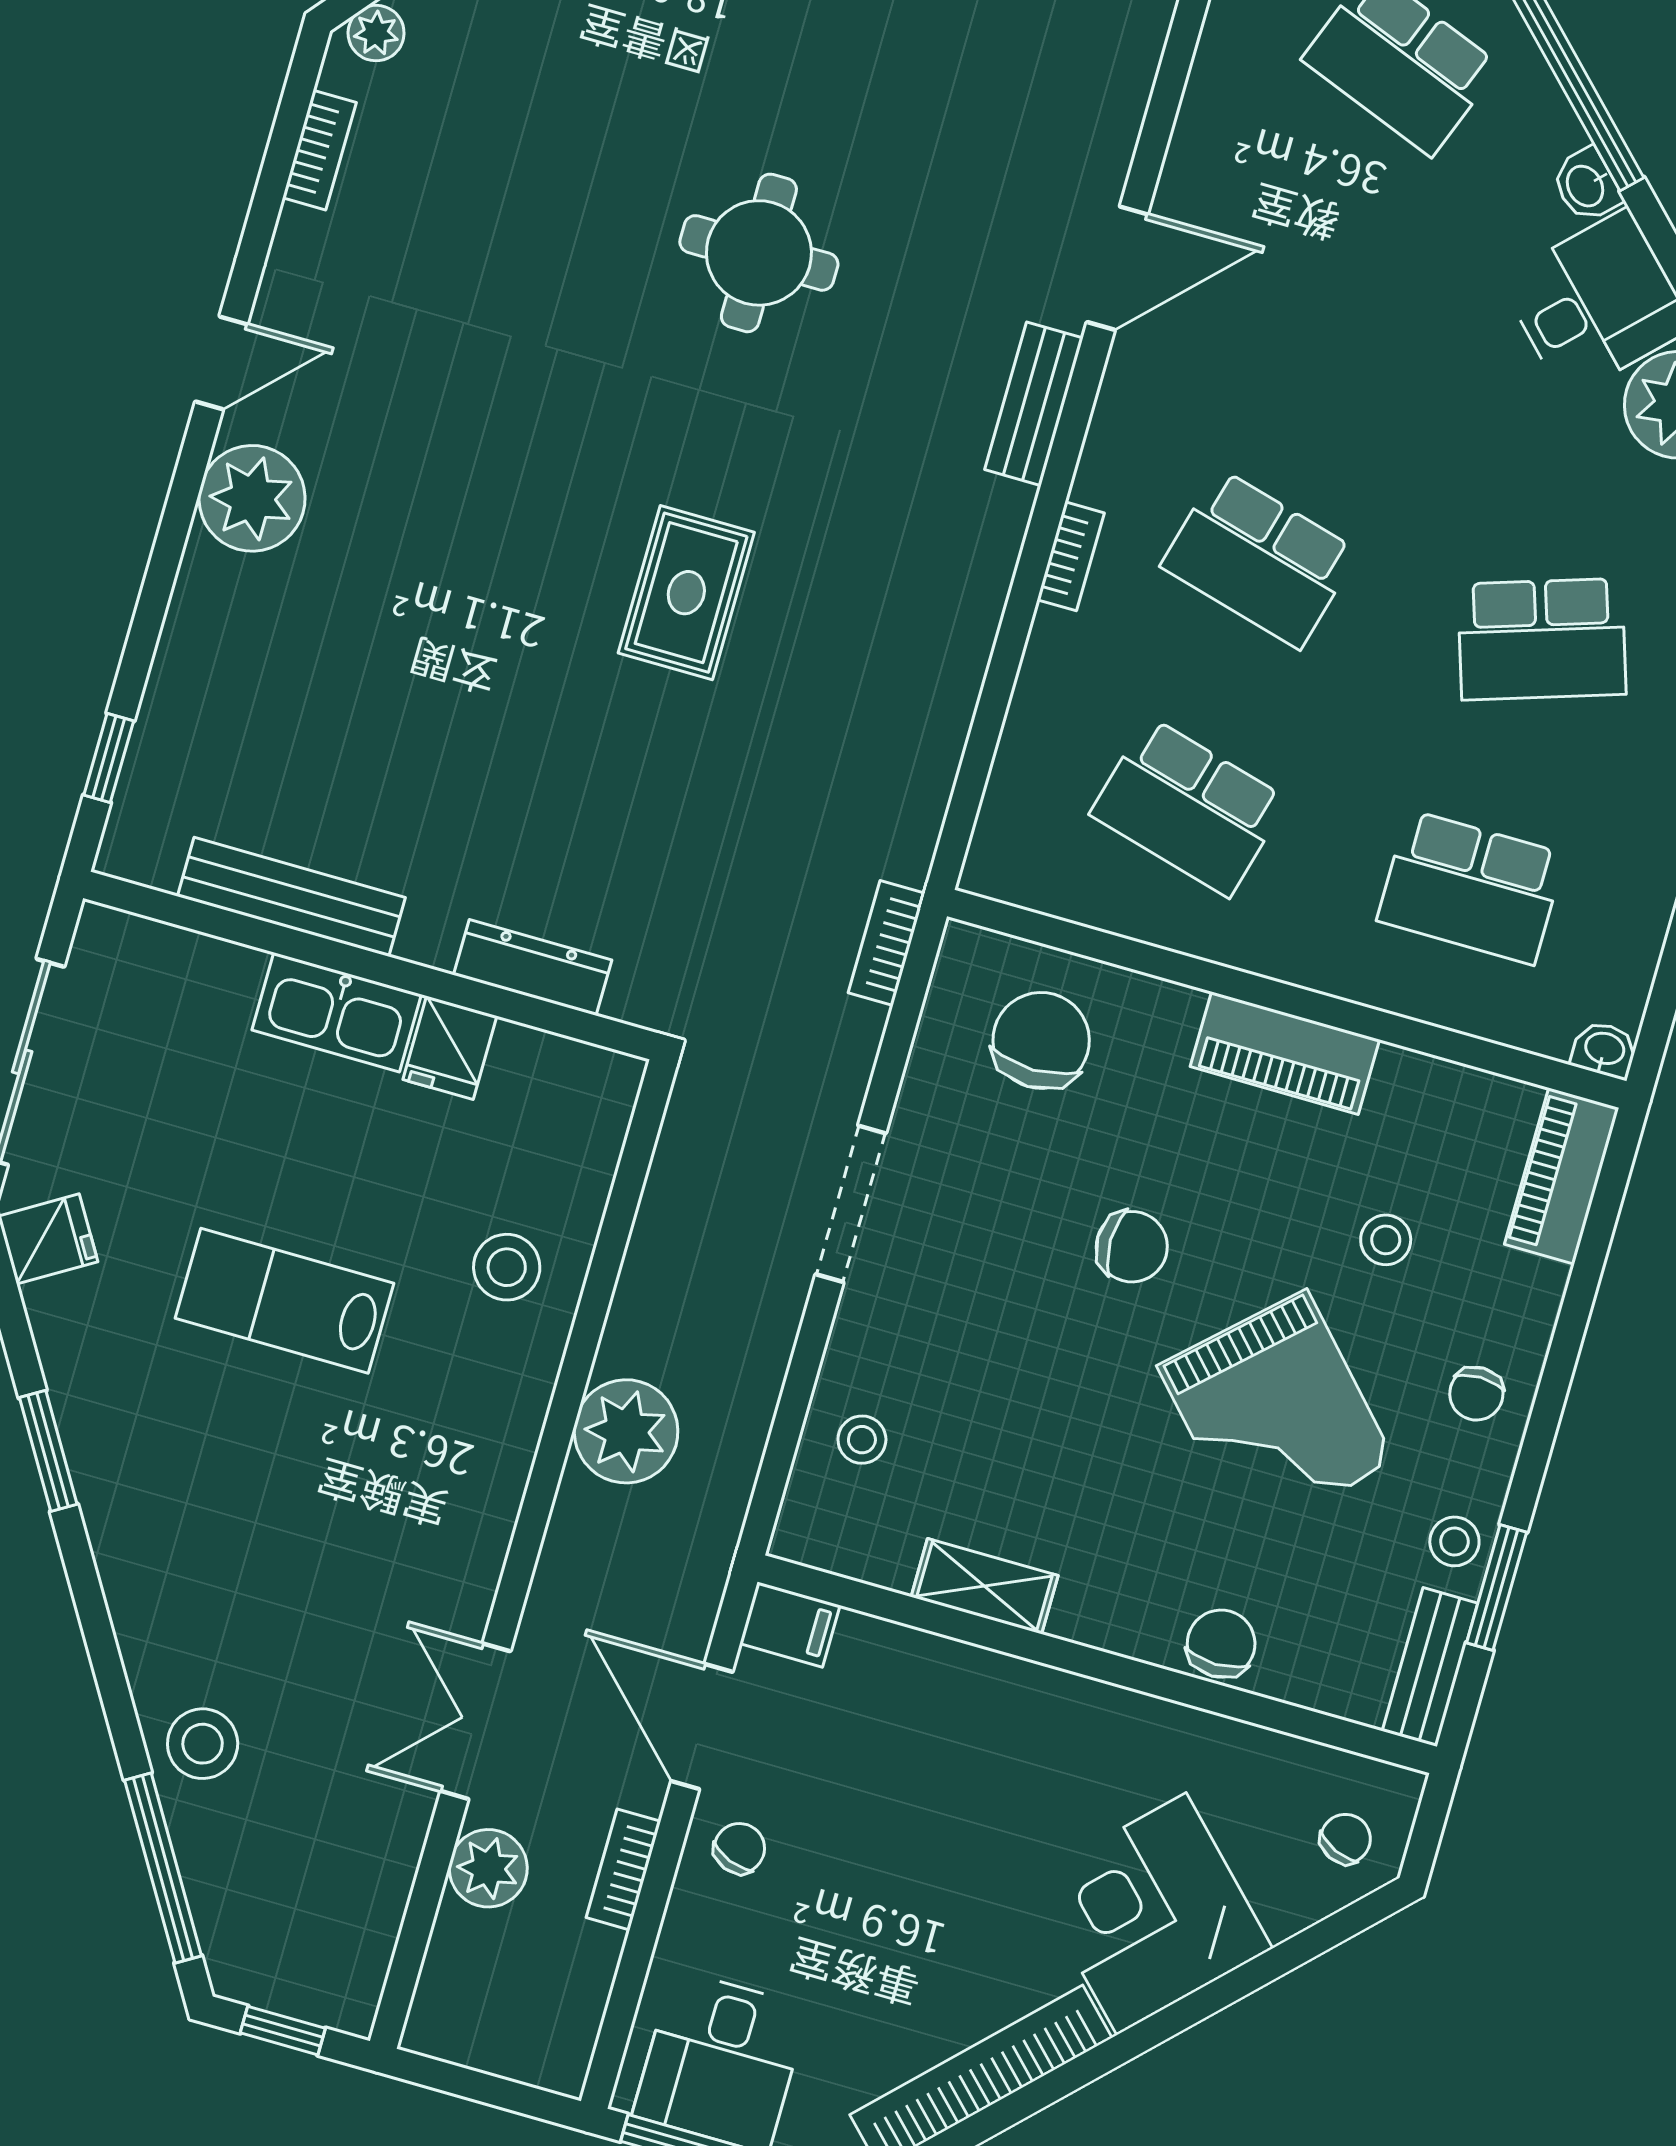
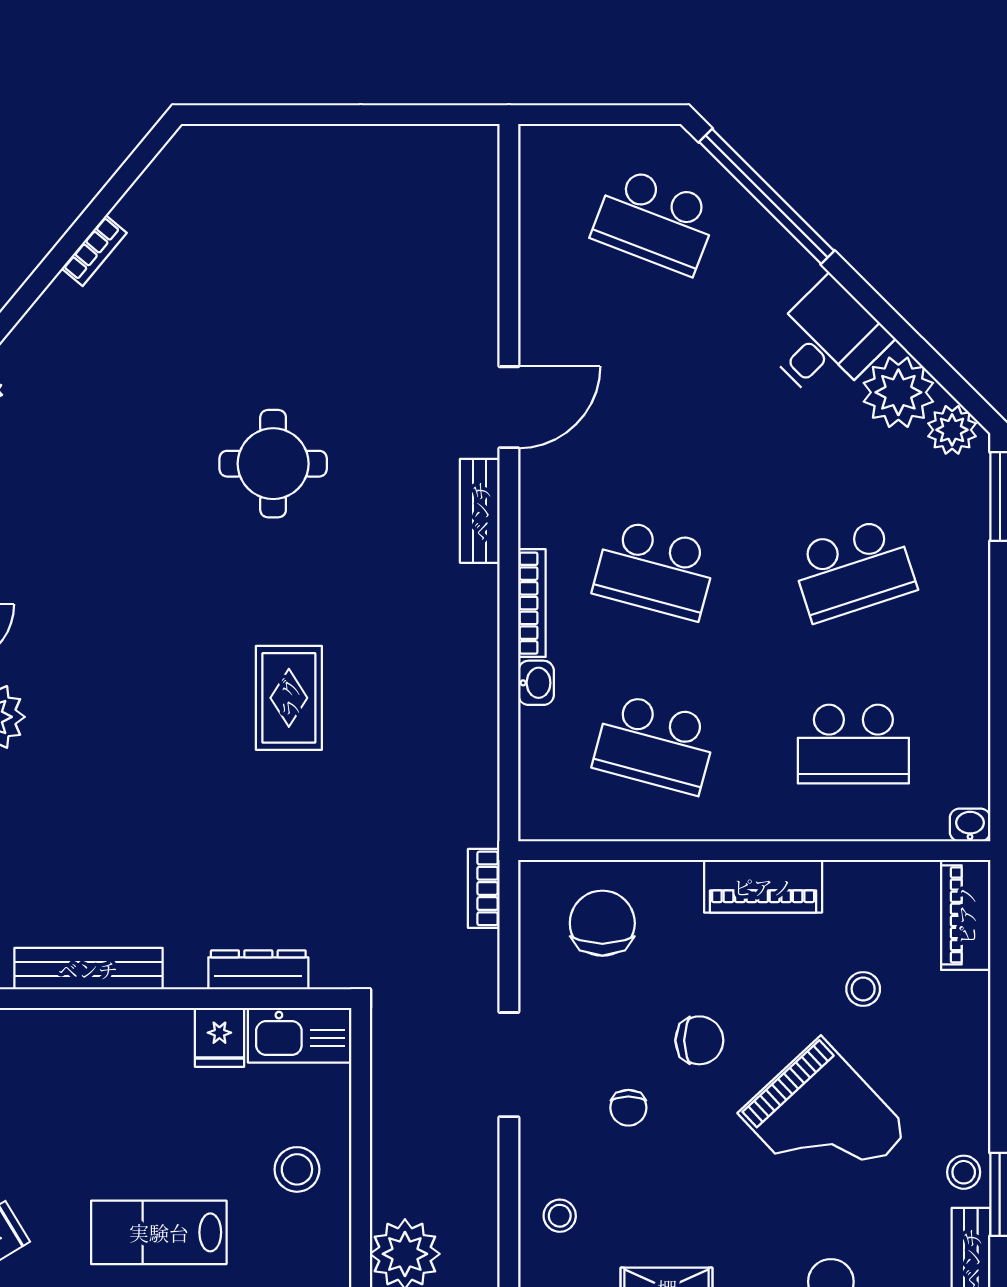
washbasin: (1586, 185) -> (536, 683), moved, turned -135
bookcase: (1071, 556) -> (532, 603), width x1.56
kitchen sink: (337, 1012) -> (300, 1035), moved
chair: (1476, 1394) -> (628, 1108), moved

